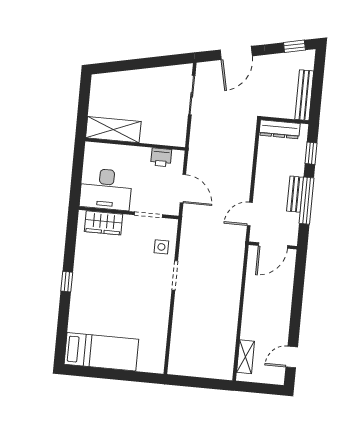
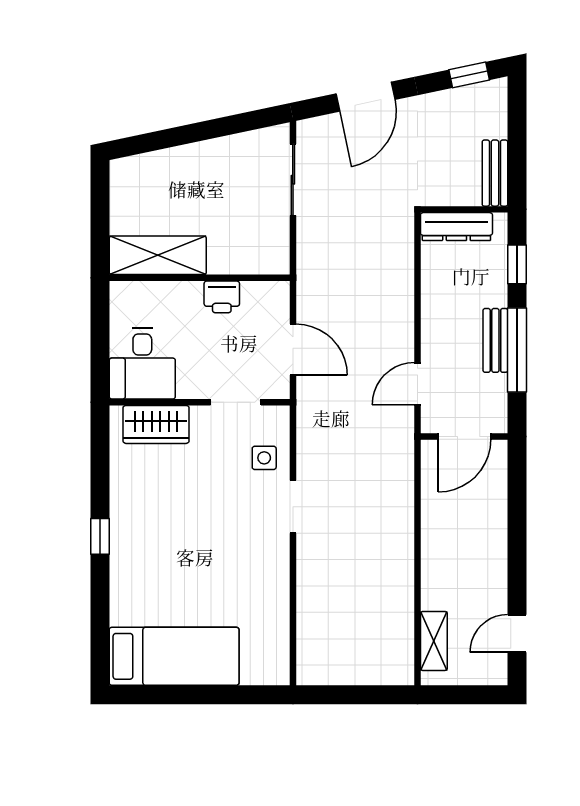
bench: (304, 95) -> (495, 173), width x0.73
printer: (161, 157) -> (222, 297), moved
desk: (106, 189) -> (142, 364), width x0.73

